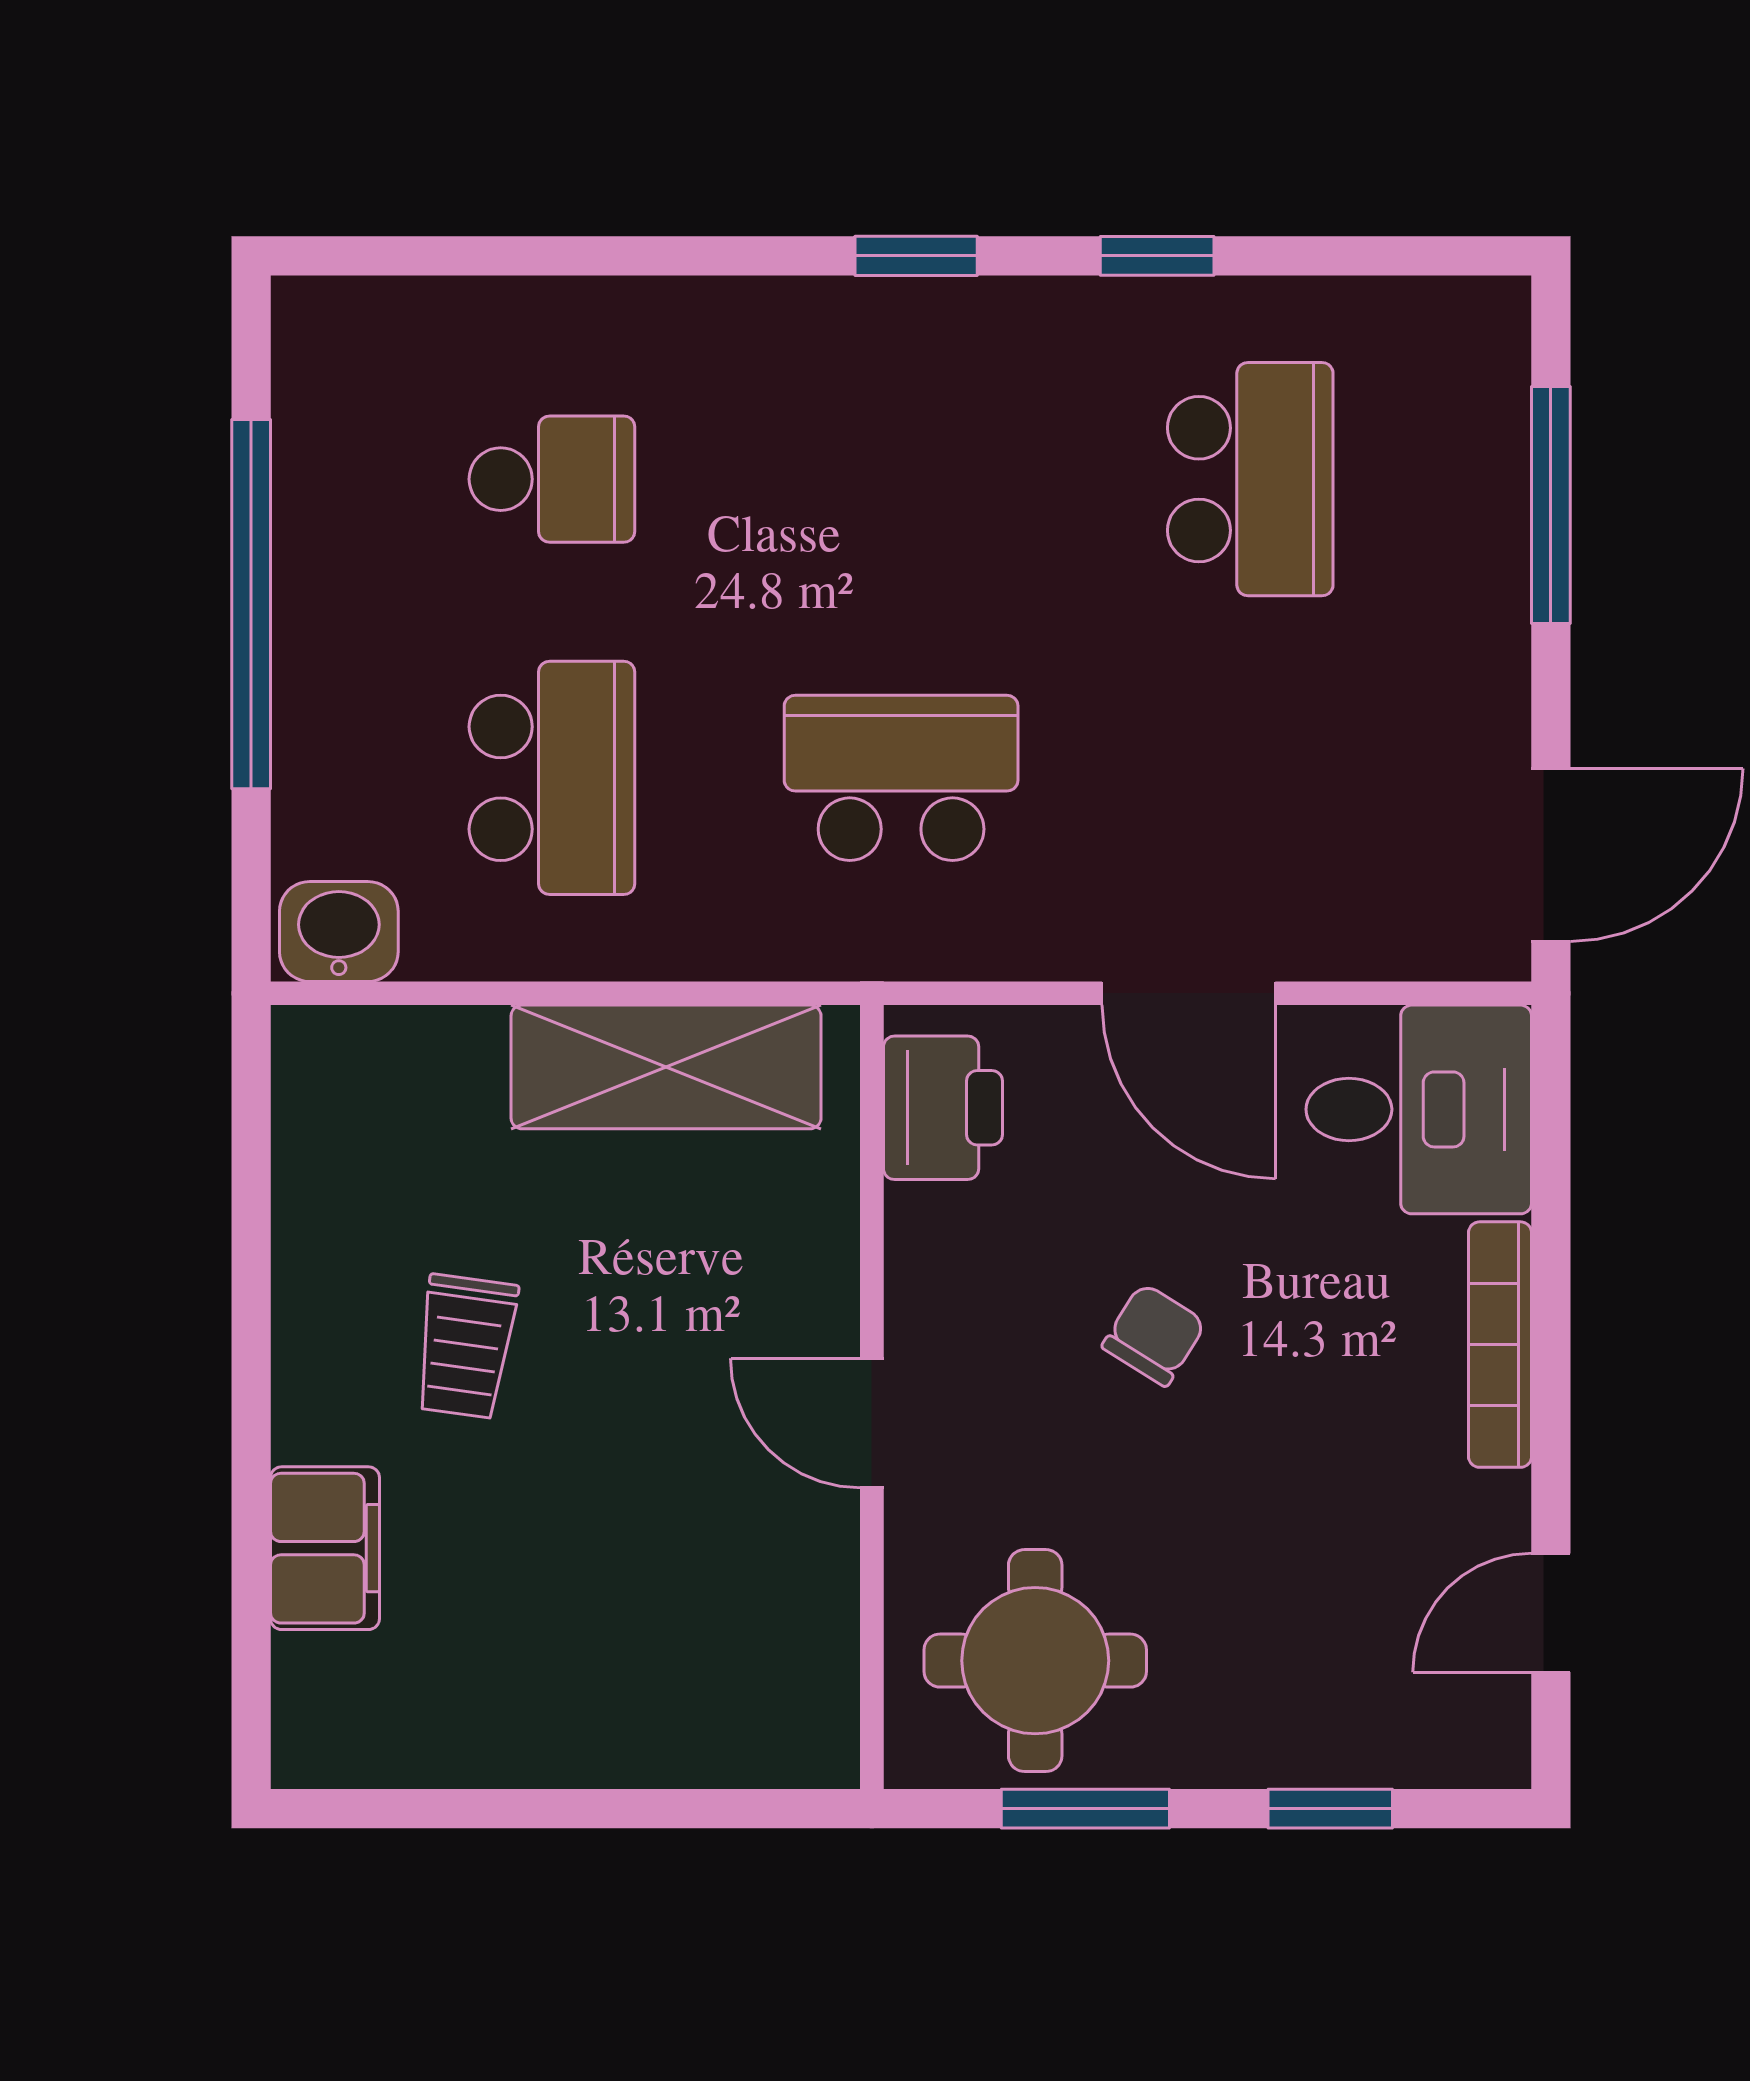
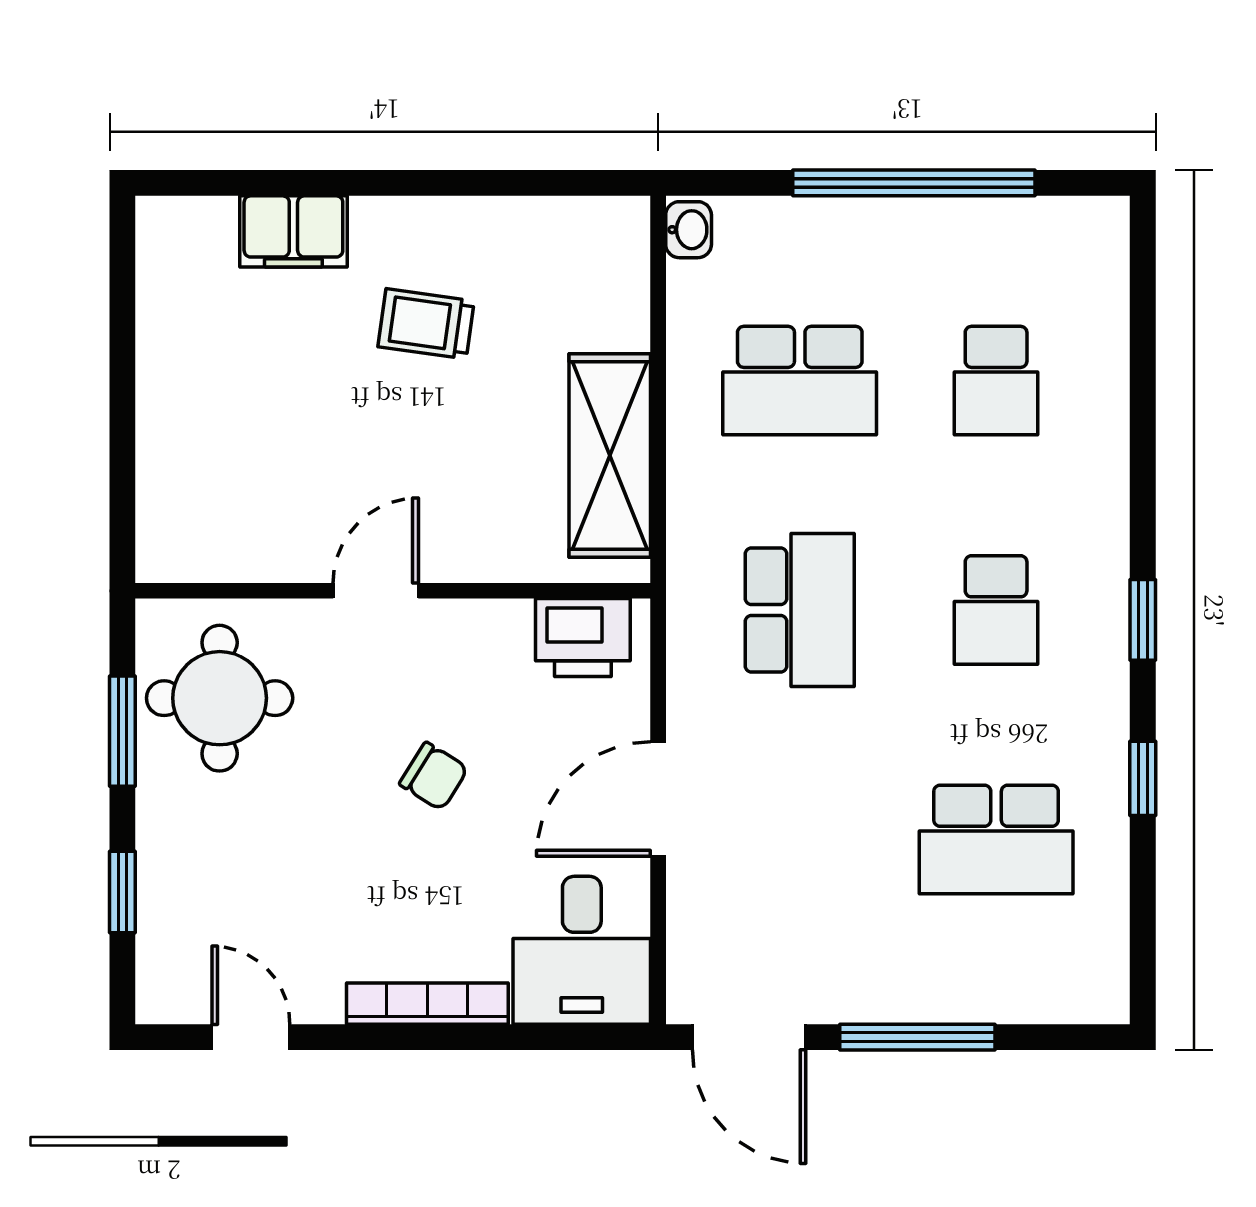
school desk: (901, 479) -> (996, 610), added
window: (1551, 505) -> (917, 1037), moved
washbasin: (339, 932) -> (689, 230), width x0.72, depth x0.69

